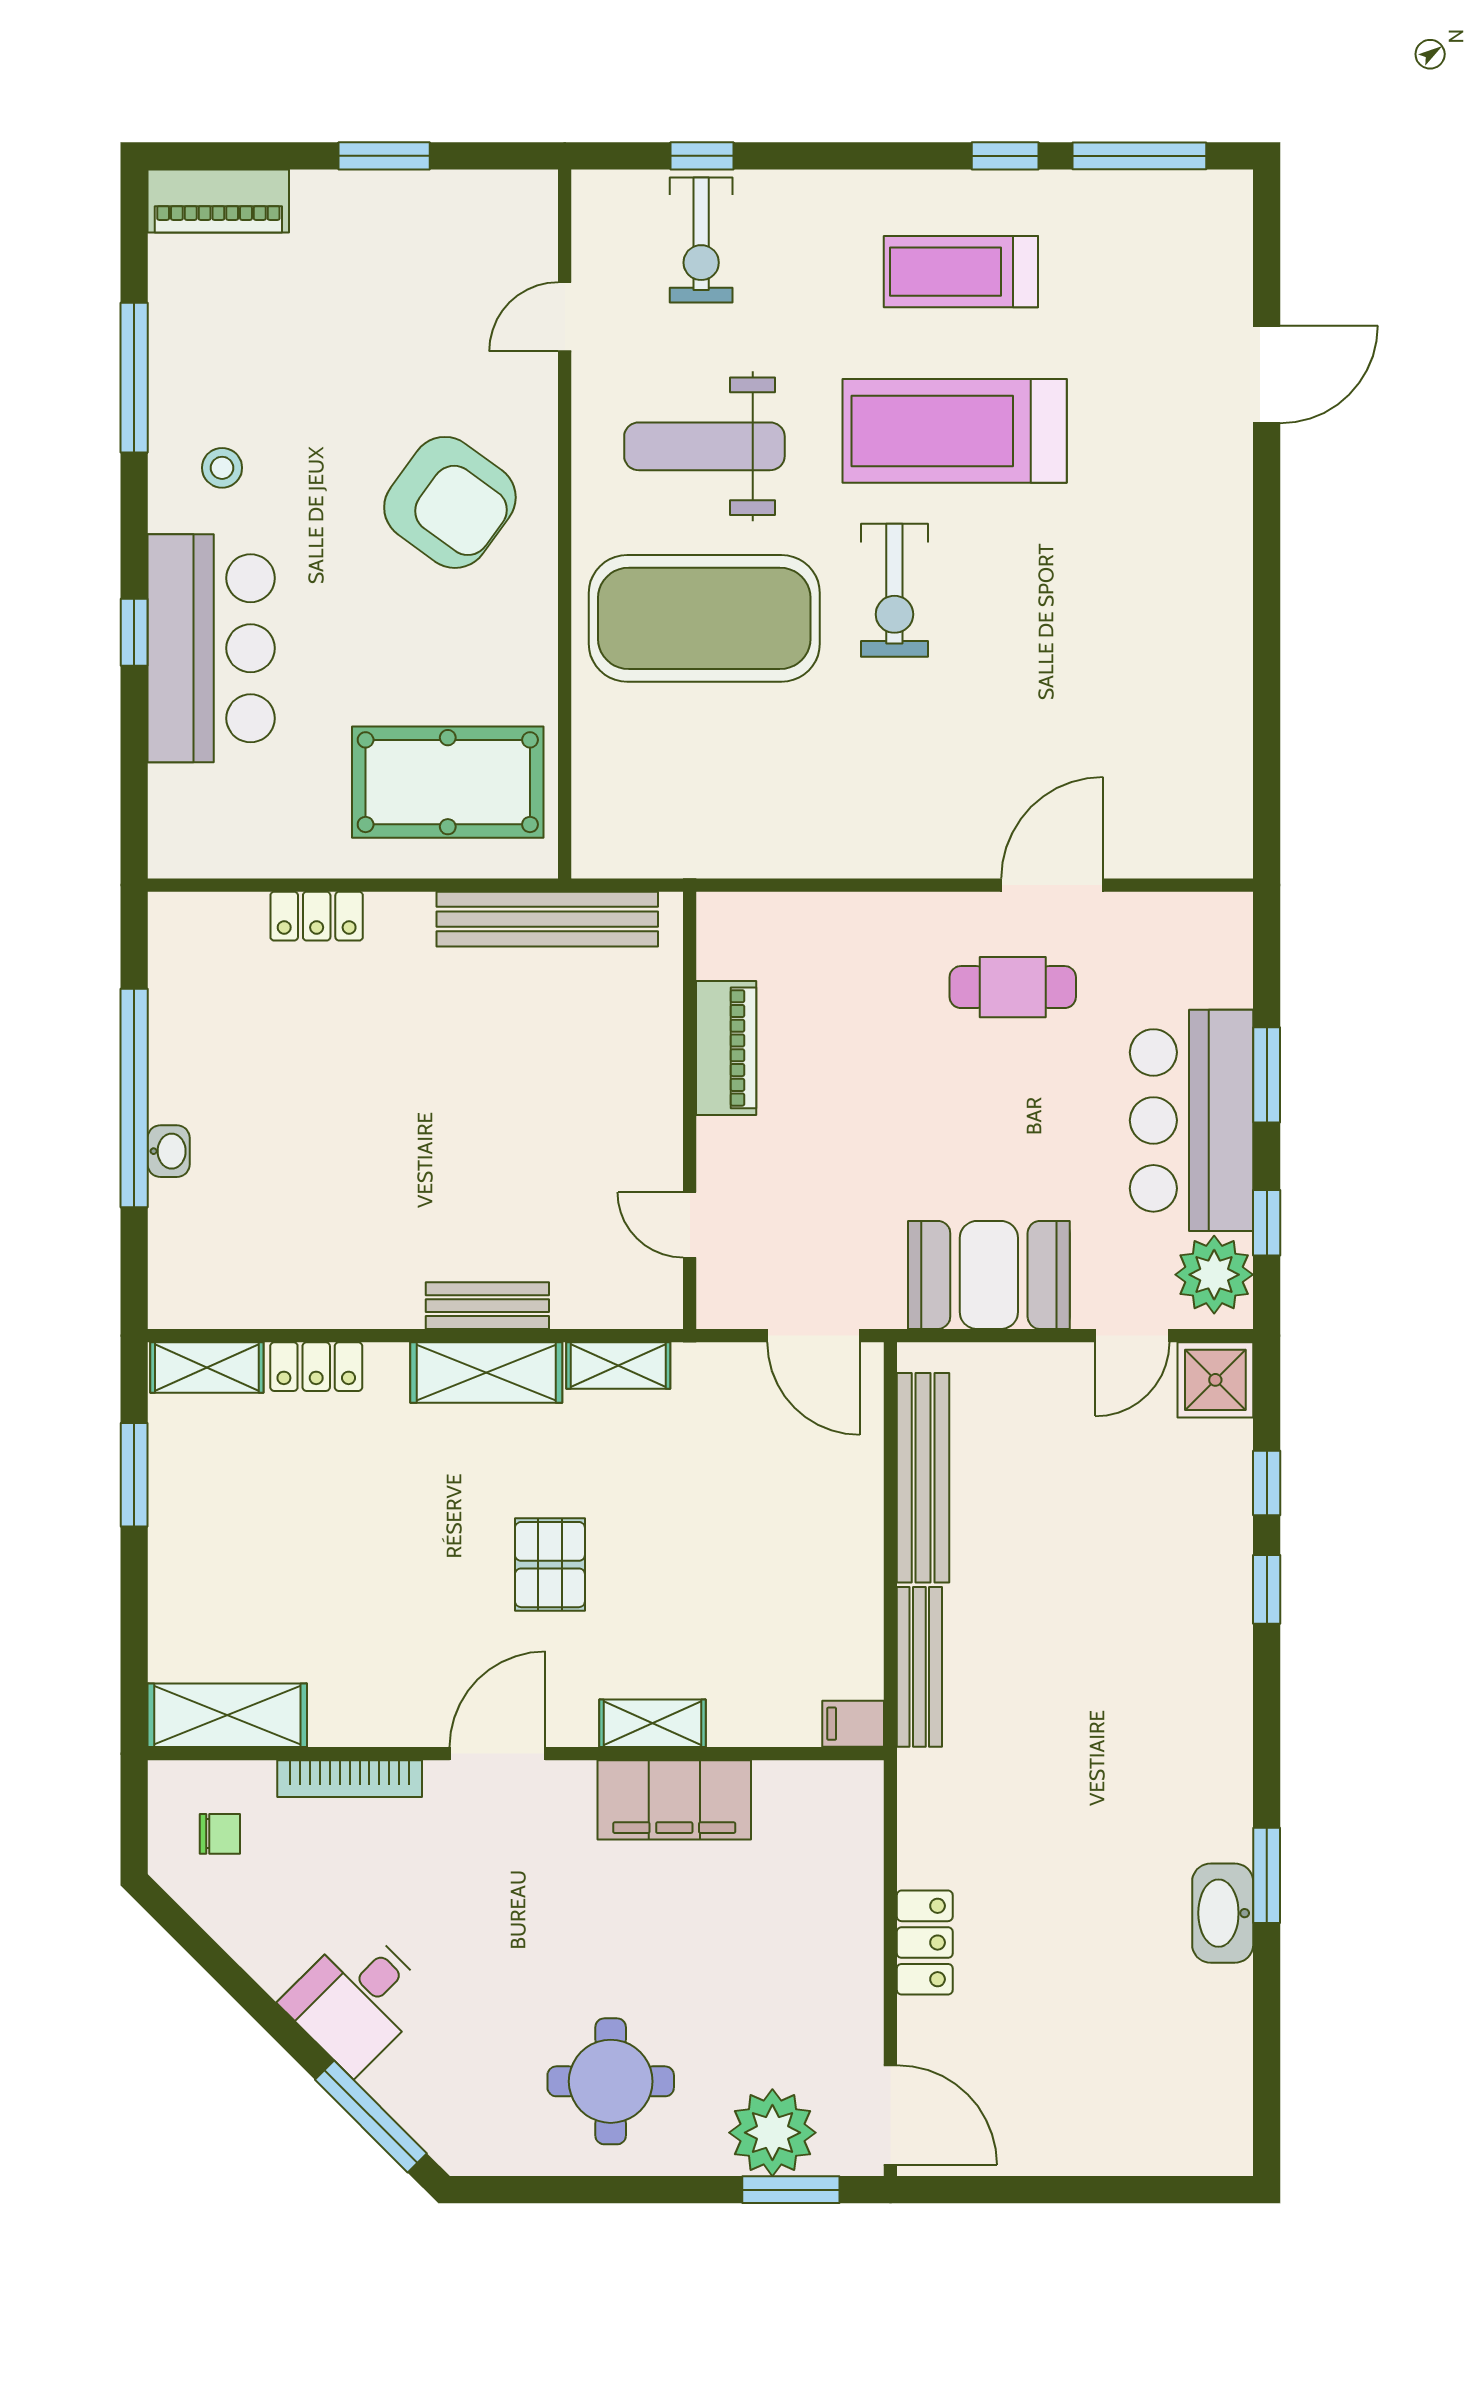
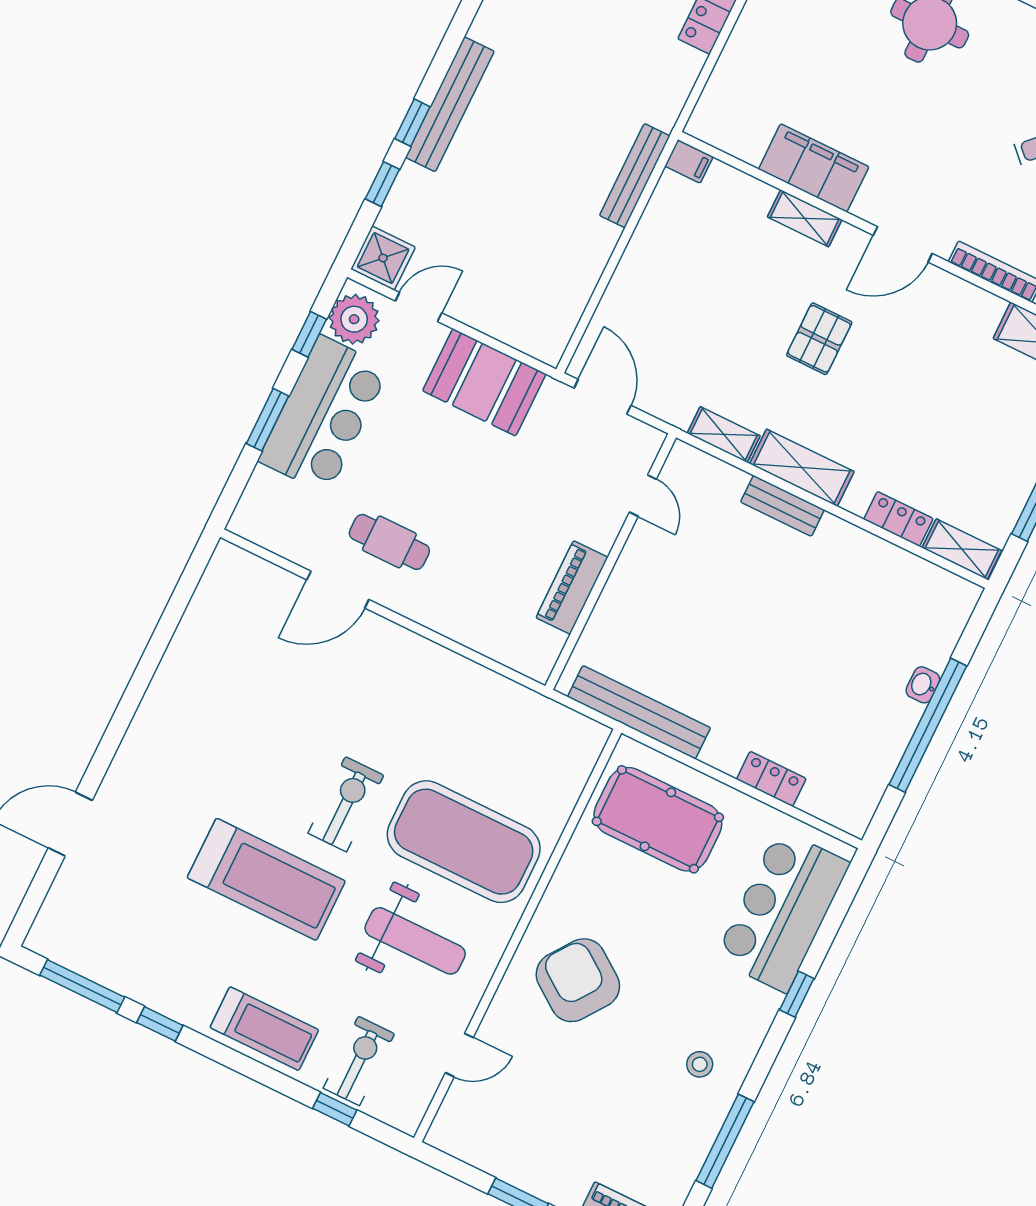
treadmill: (961, 272) -> (264, 1029), moved
bar counter: (211, 648) -> (782, 911), moved
bench: (923, 1478) -> (450, 104), moved

